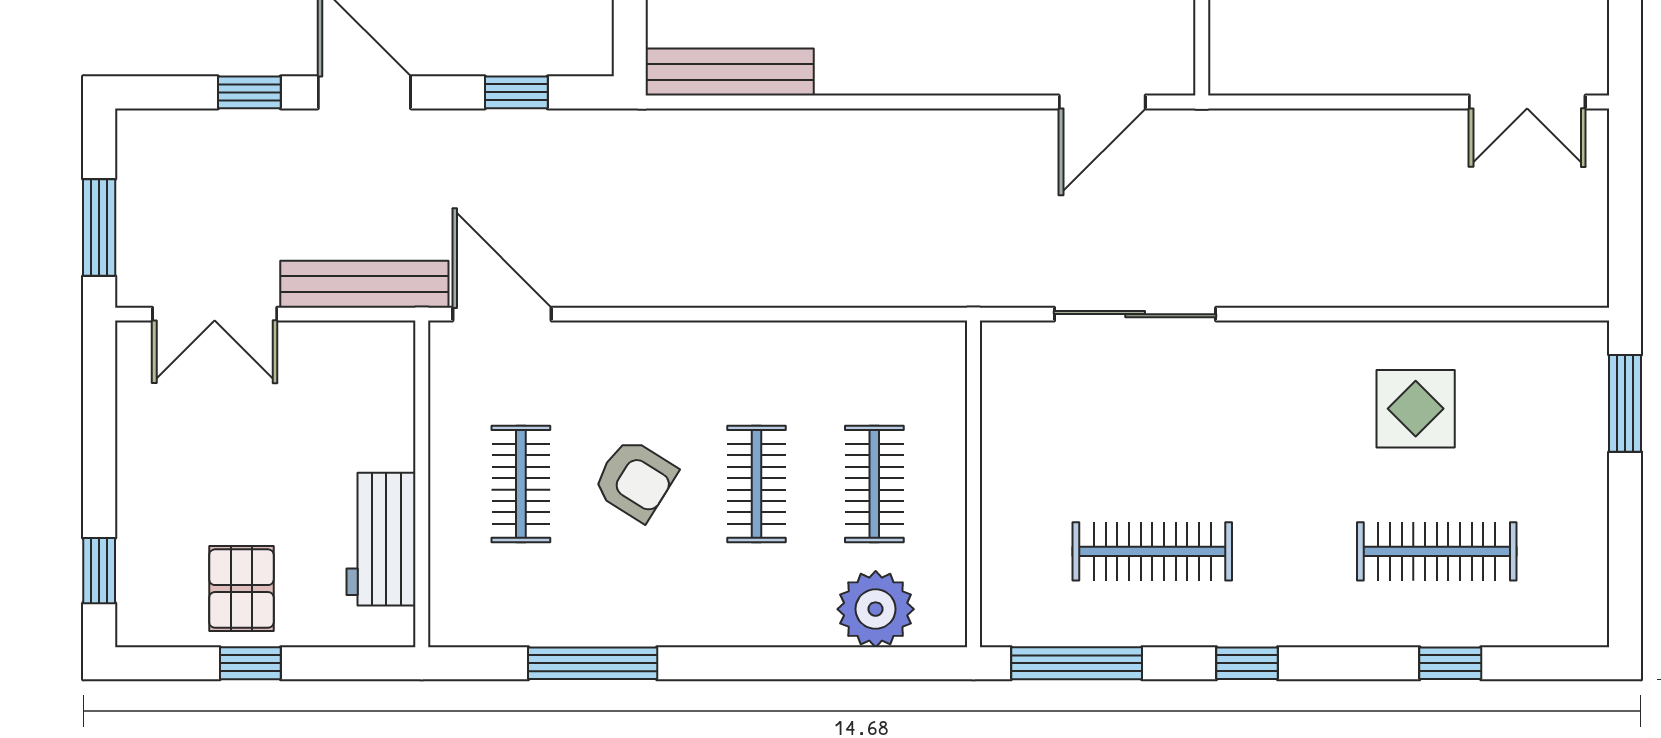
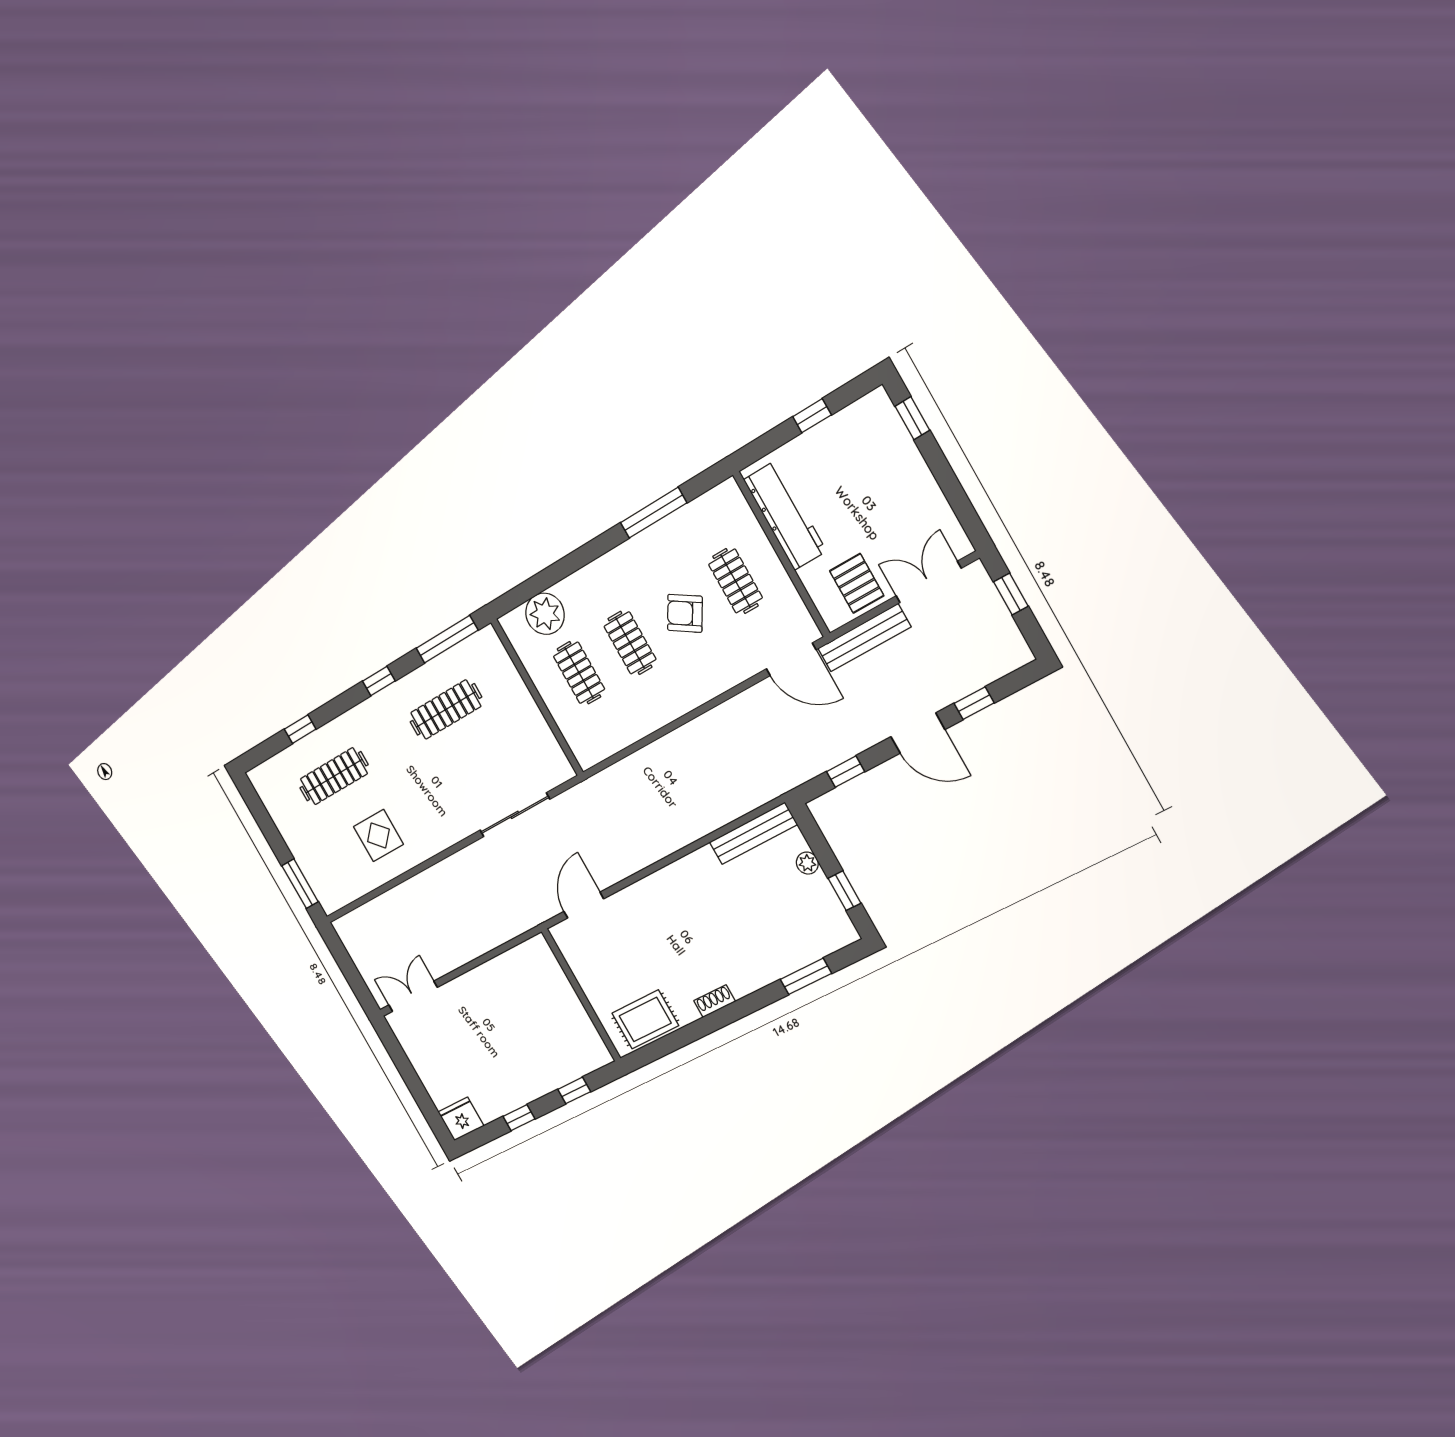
window: (99, 228) -> (1011, 594), width x0.67
workbench: (381, 539) -> (785, 515), width x1.38
pallet: (241, 589) -> (857, 583), moved

